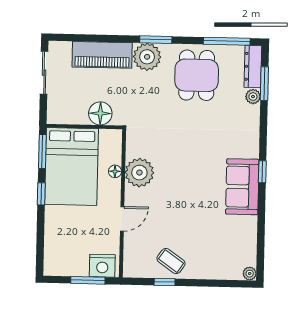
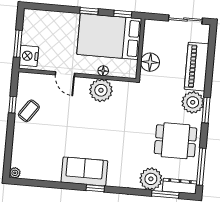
plant: (253, 97) -> (151, 179), width x1.87, depth x1.87
window: (42, 151) -> (123, 14), width x0.67

